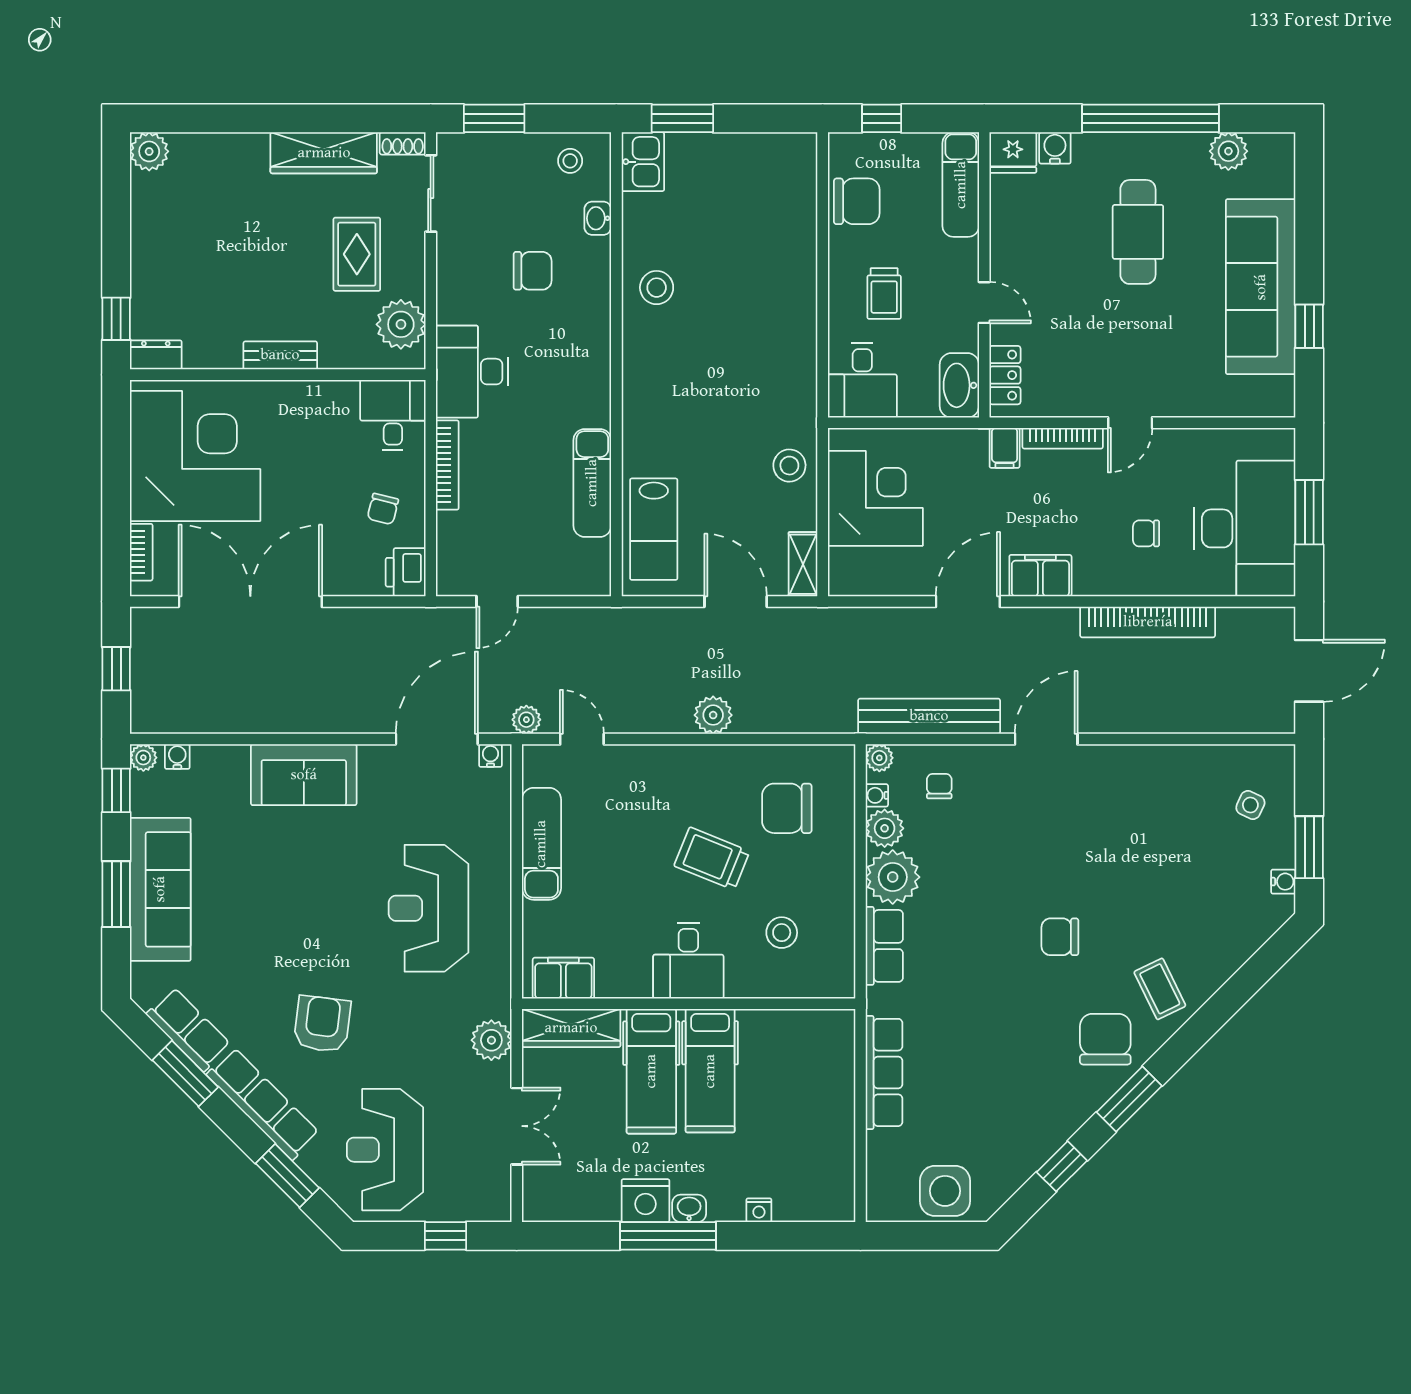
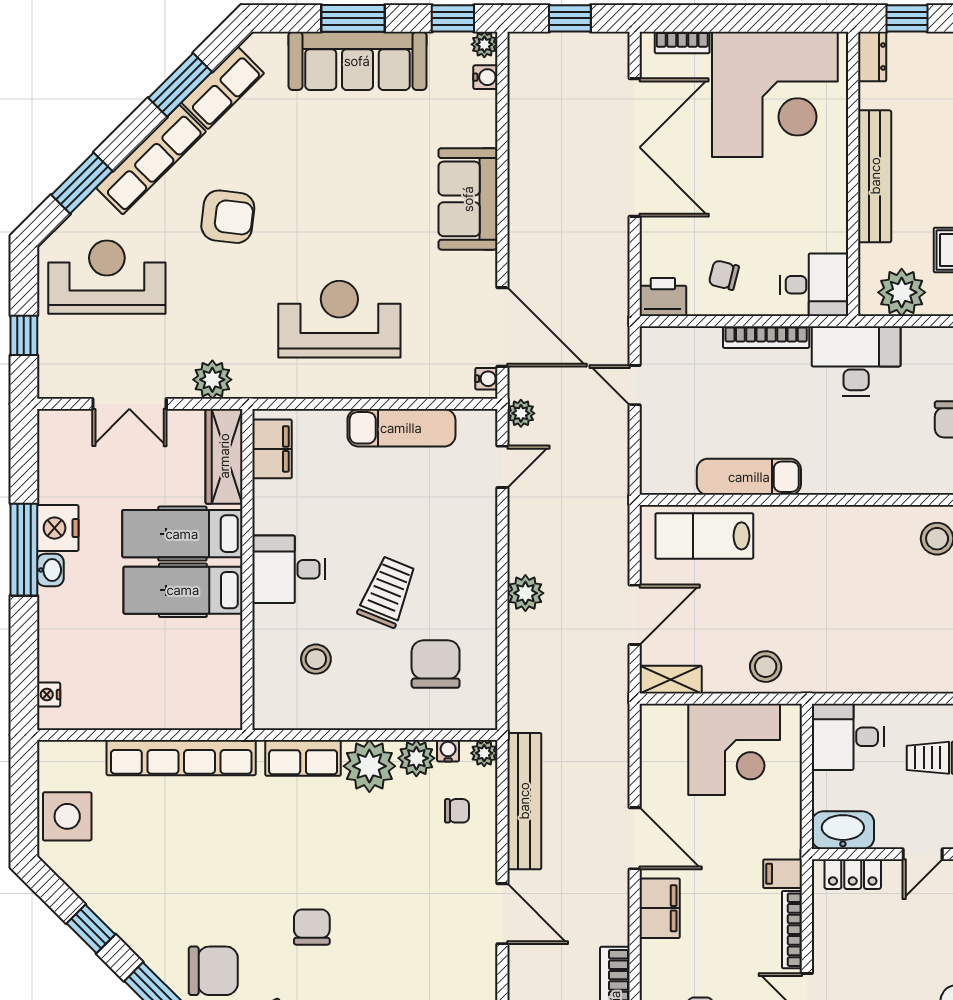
bench: (280, 355) -> (875, 176), width x1.86, depth x1.21
row of seats: (884, 1072) -> (181, 758), width x1.36
nightstand: (759, 1210) -> (49, 695), moved

